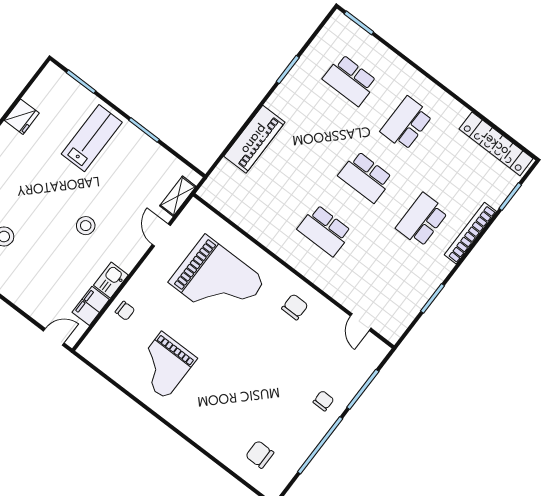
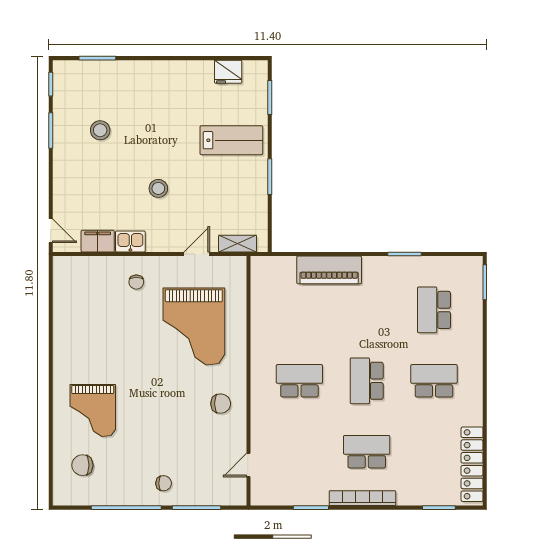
fridge: (22, 117) -> (228, 72), moved
school desk: (325, 230) -> (299, 381), turned 90
bookcase: (470, 233) -> (362, 498), moved
chair: (125, 311) -> (136, 282), moved
grand piano: (164, 365) -> (93, 411), moved, turned -90
chair: (260, 454) -> (82, 465), turned -90

